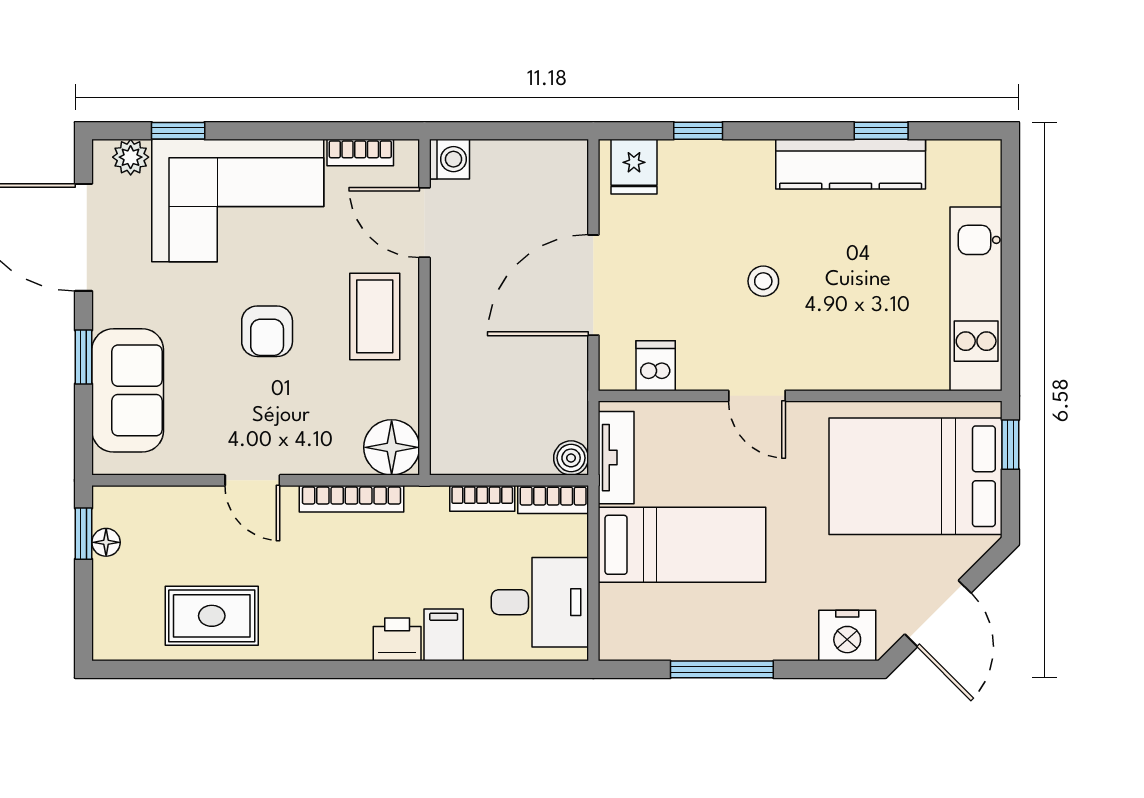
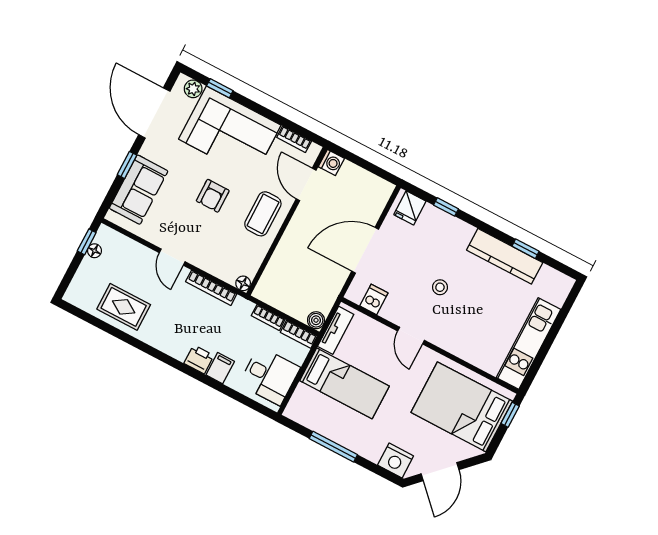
floor lamp: (392, 447) -> (243, 283), width x0.53, depth x0.53

